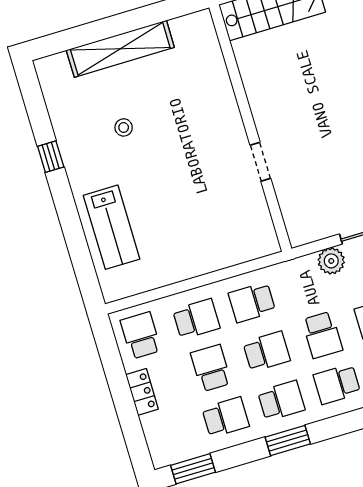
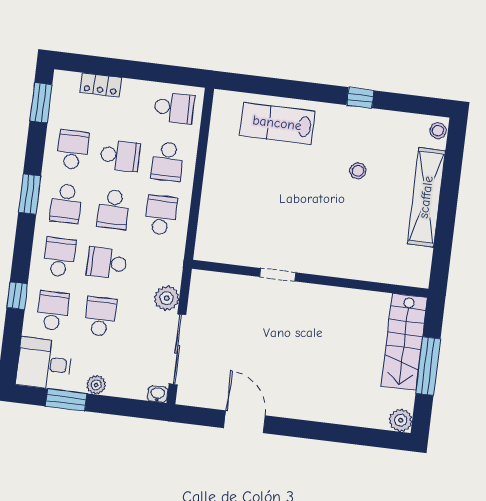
stool: (50, 66) -> (438, 131), added
locker: (142, 392) -> (101, 85), moved
school desk: (226, 417) -> (73, 150), turned 180

